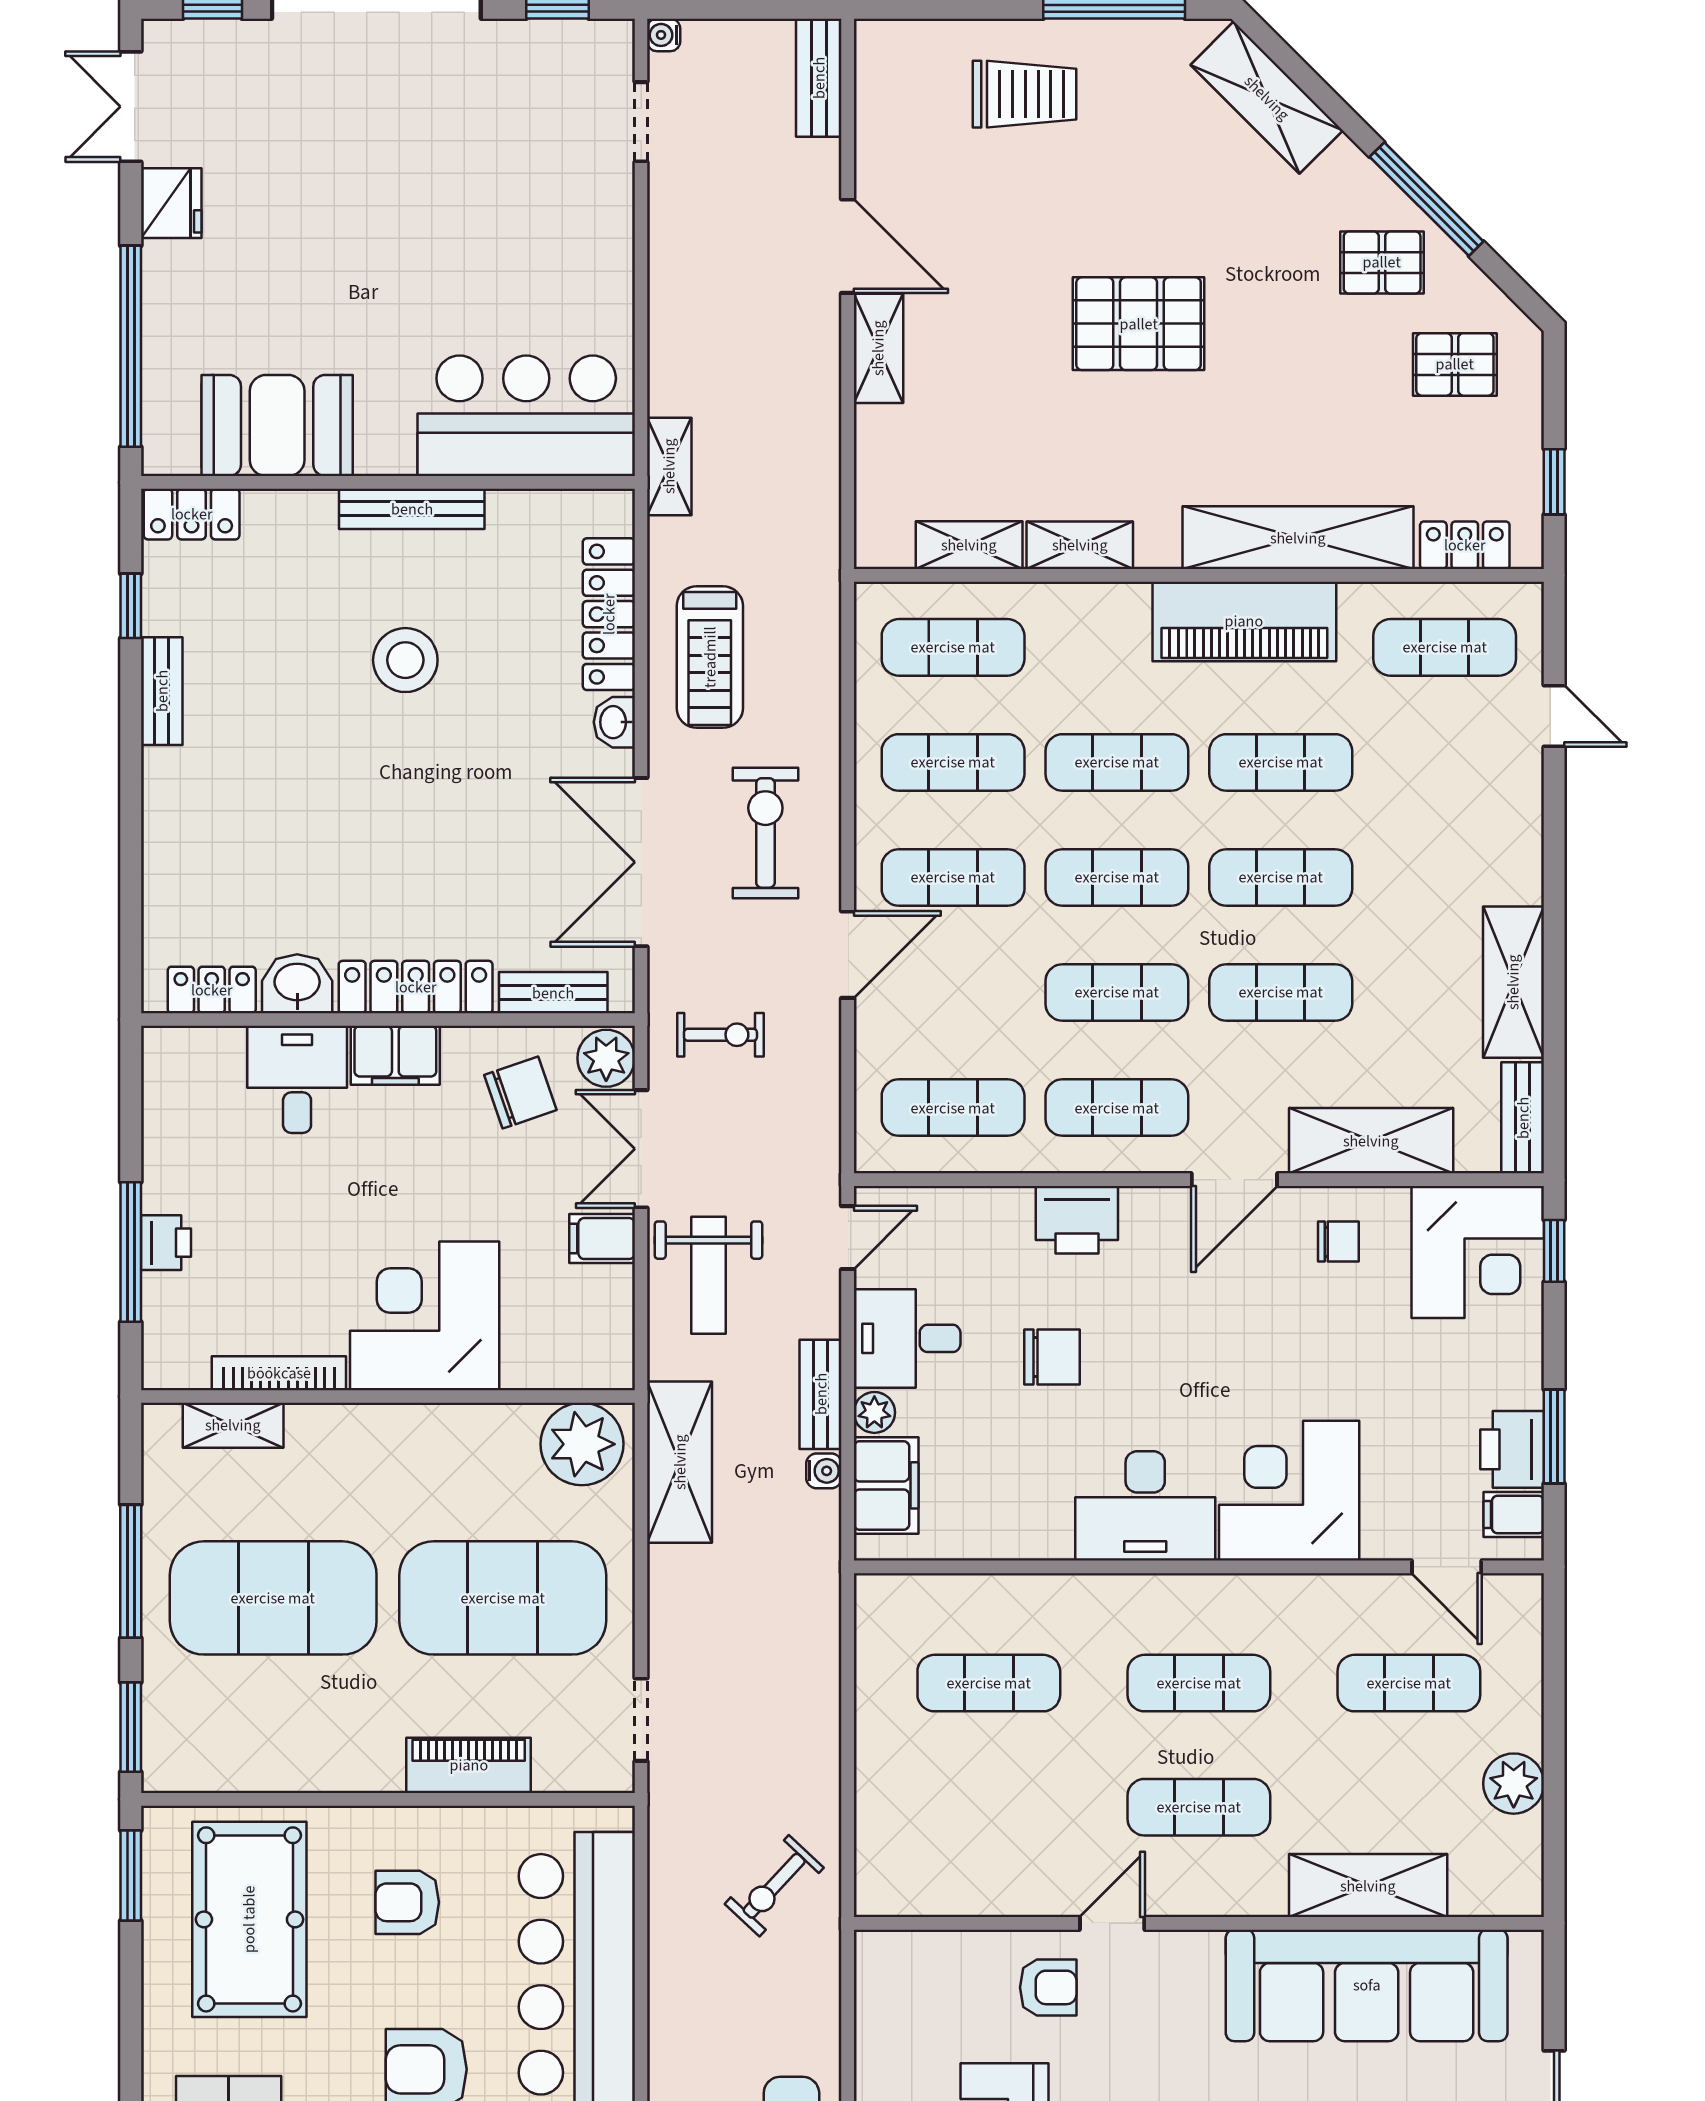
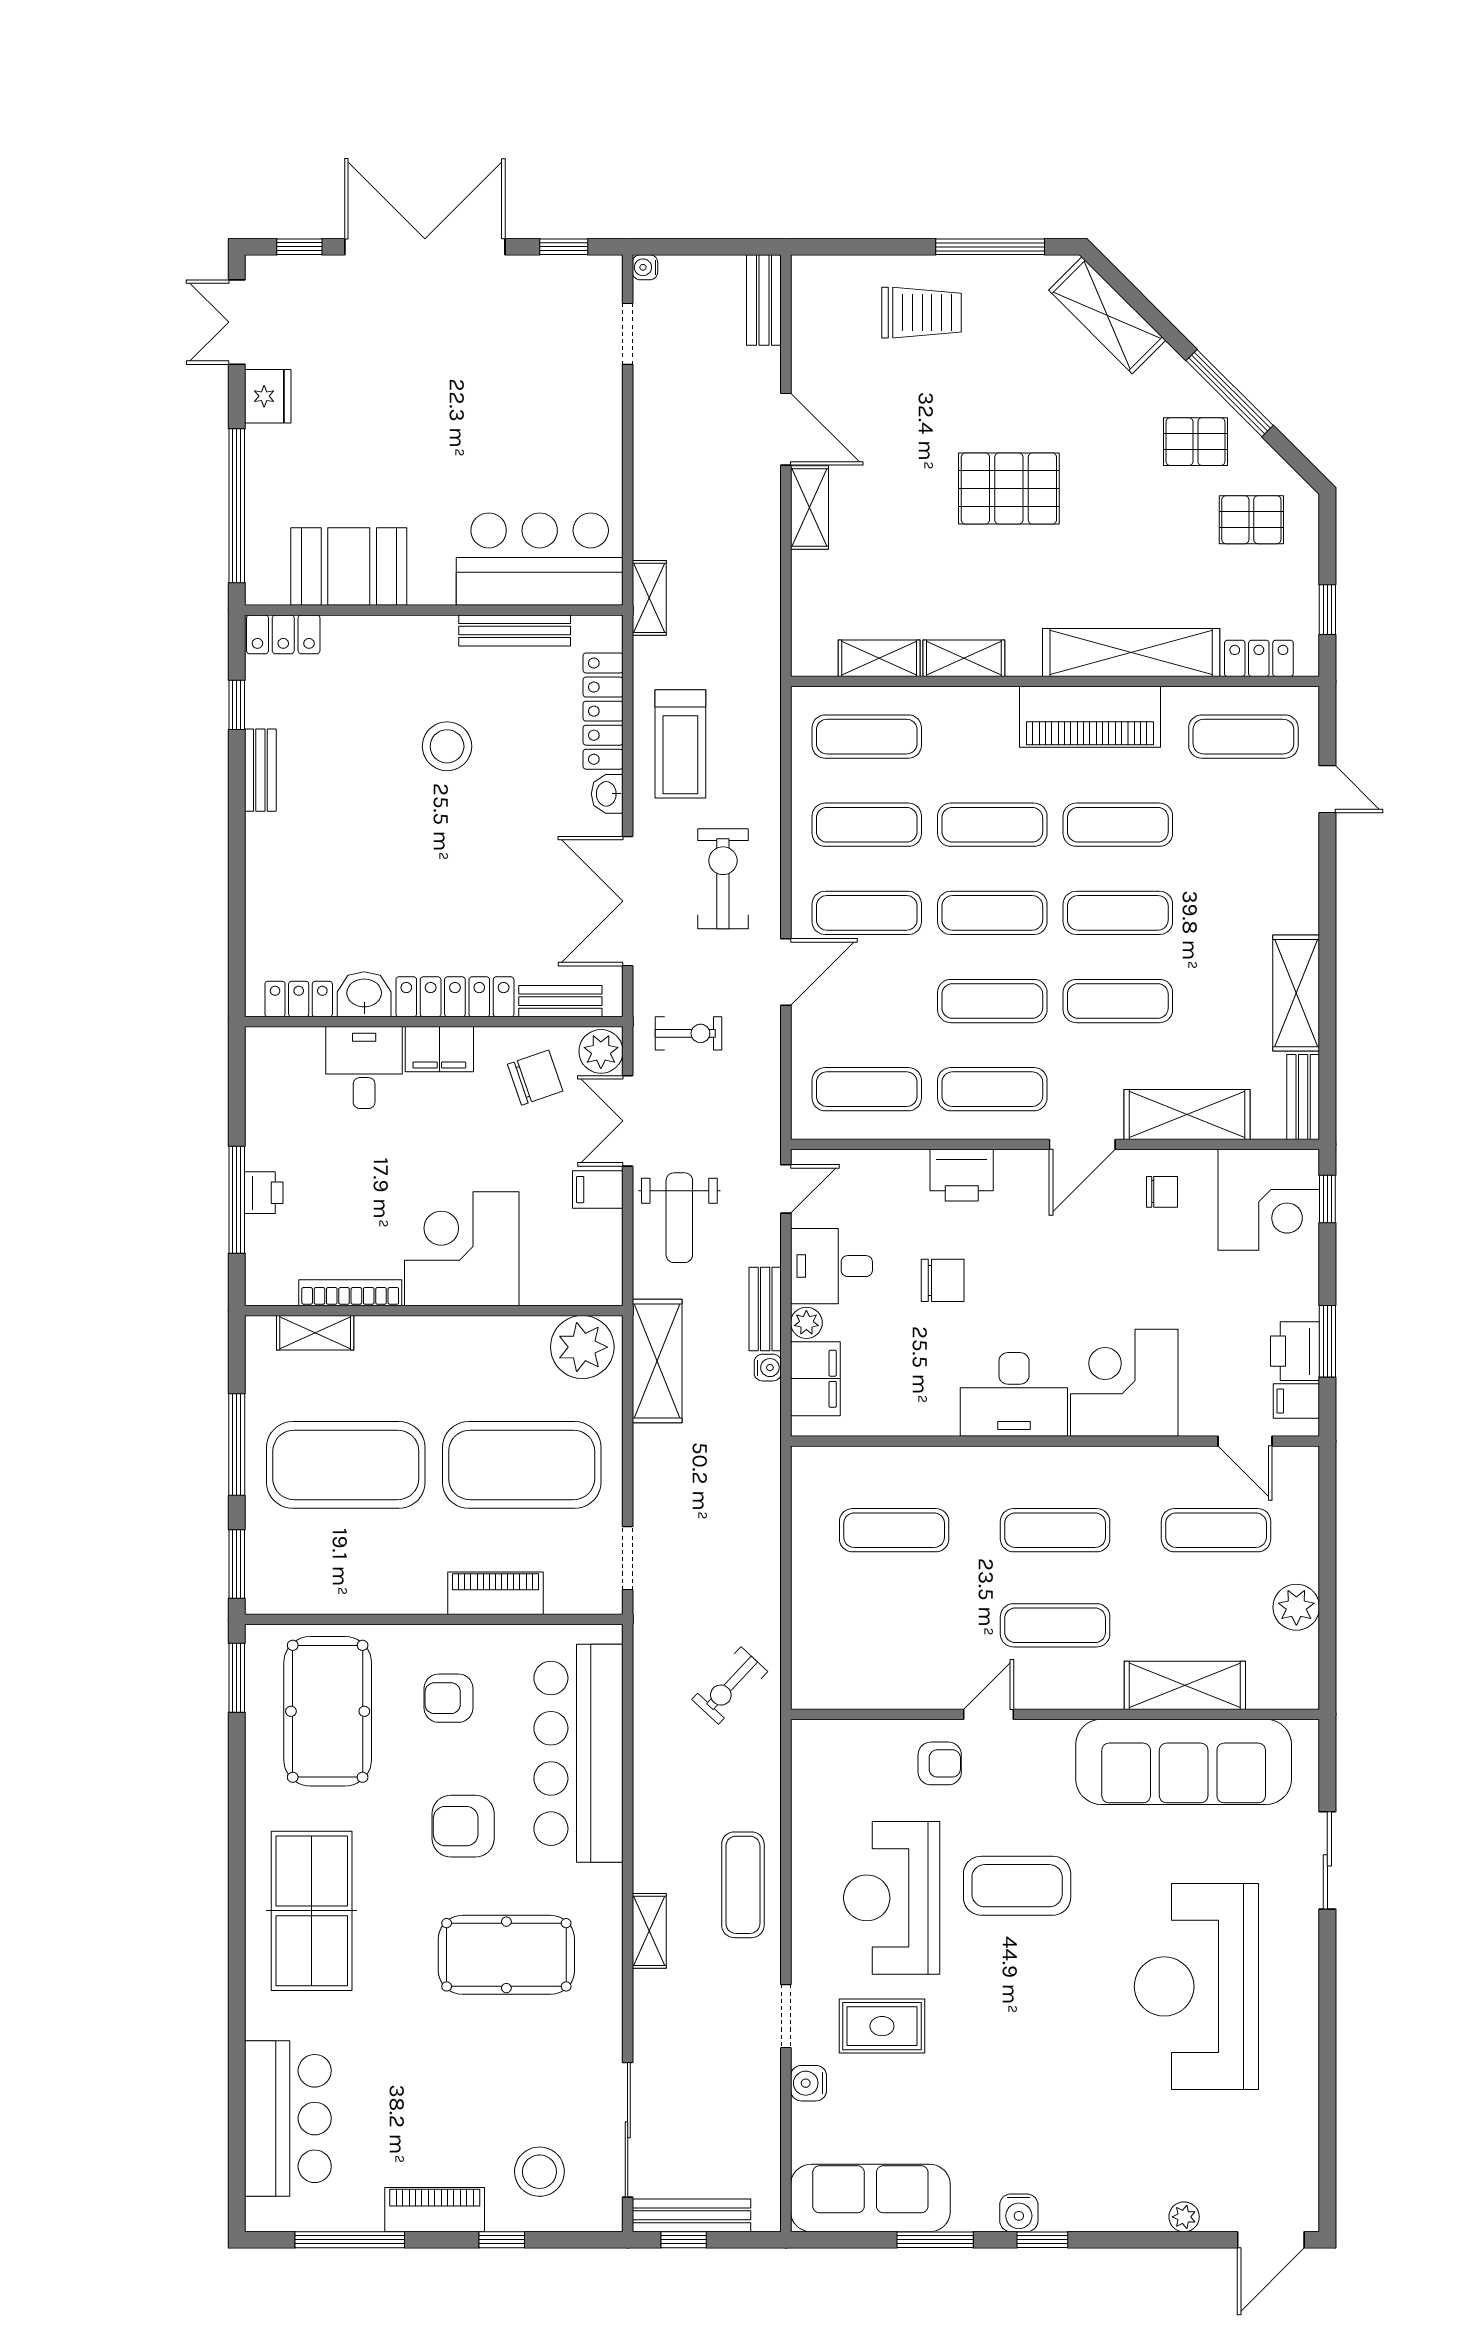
bench: (412, 509) -> (515, 630), moved

